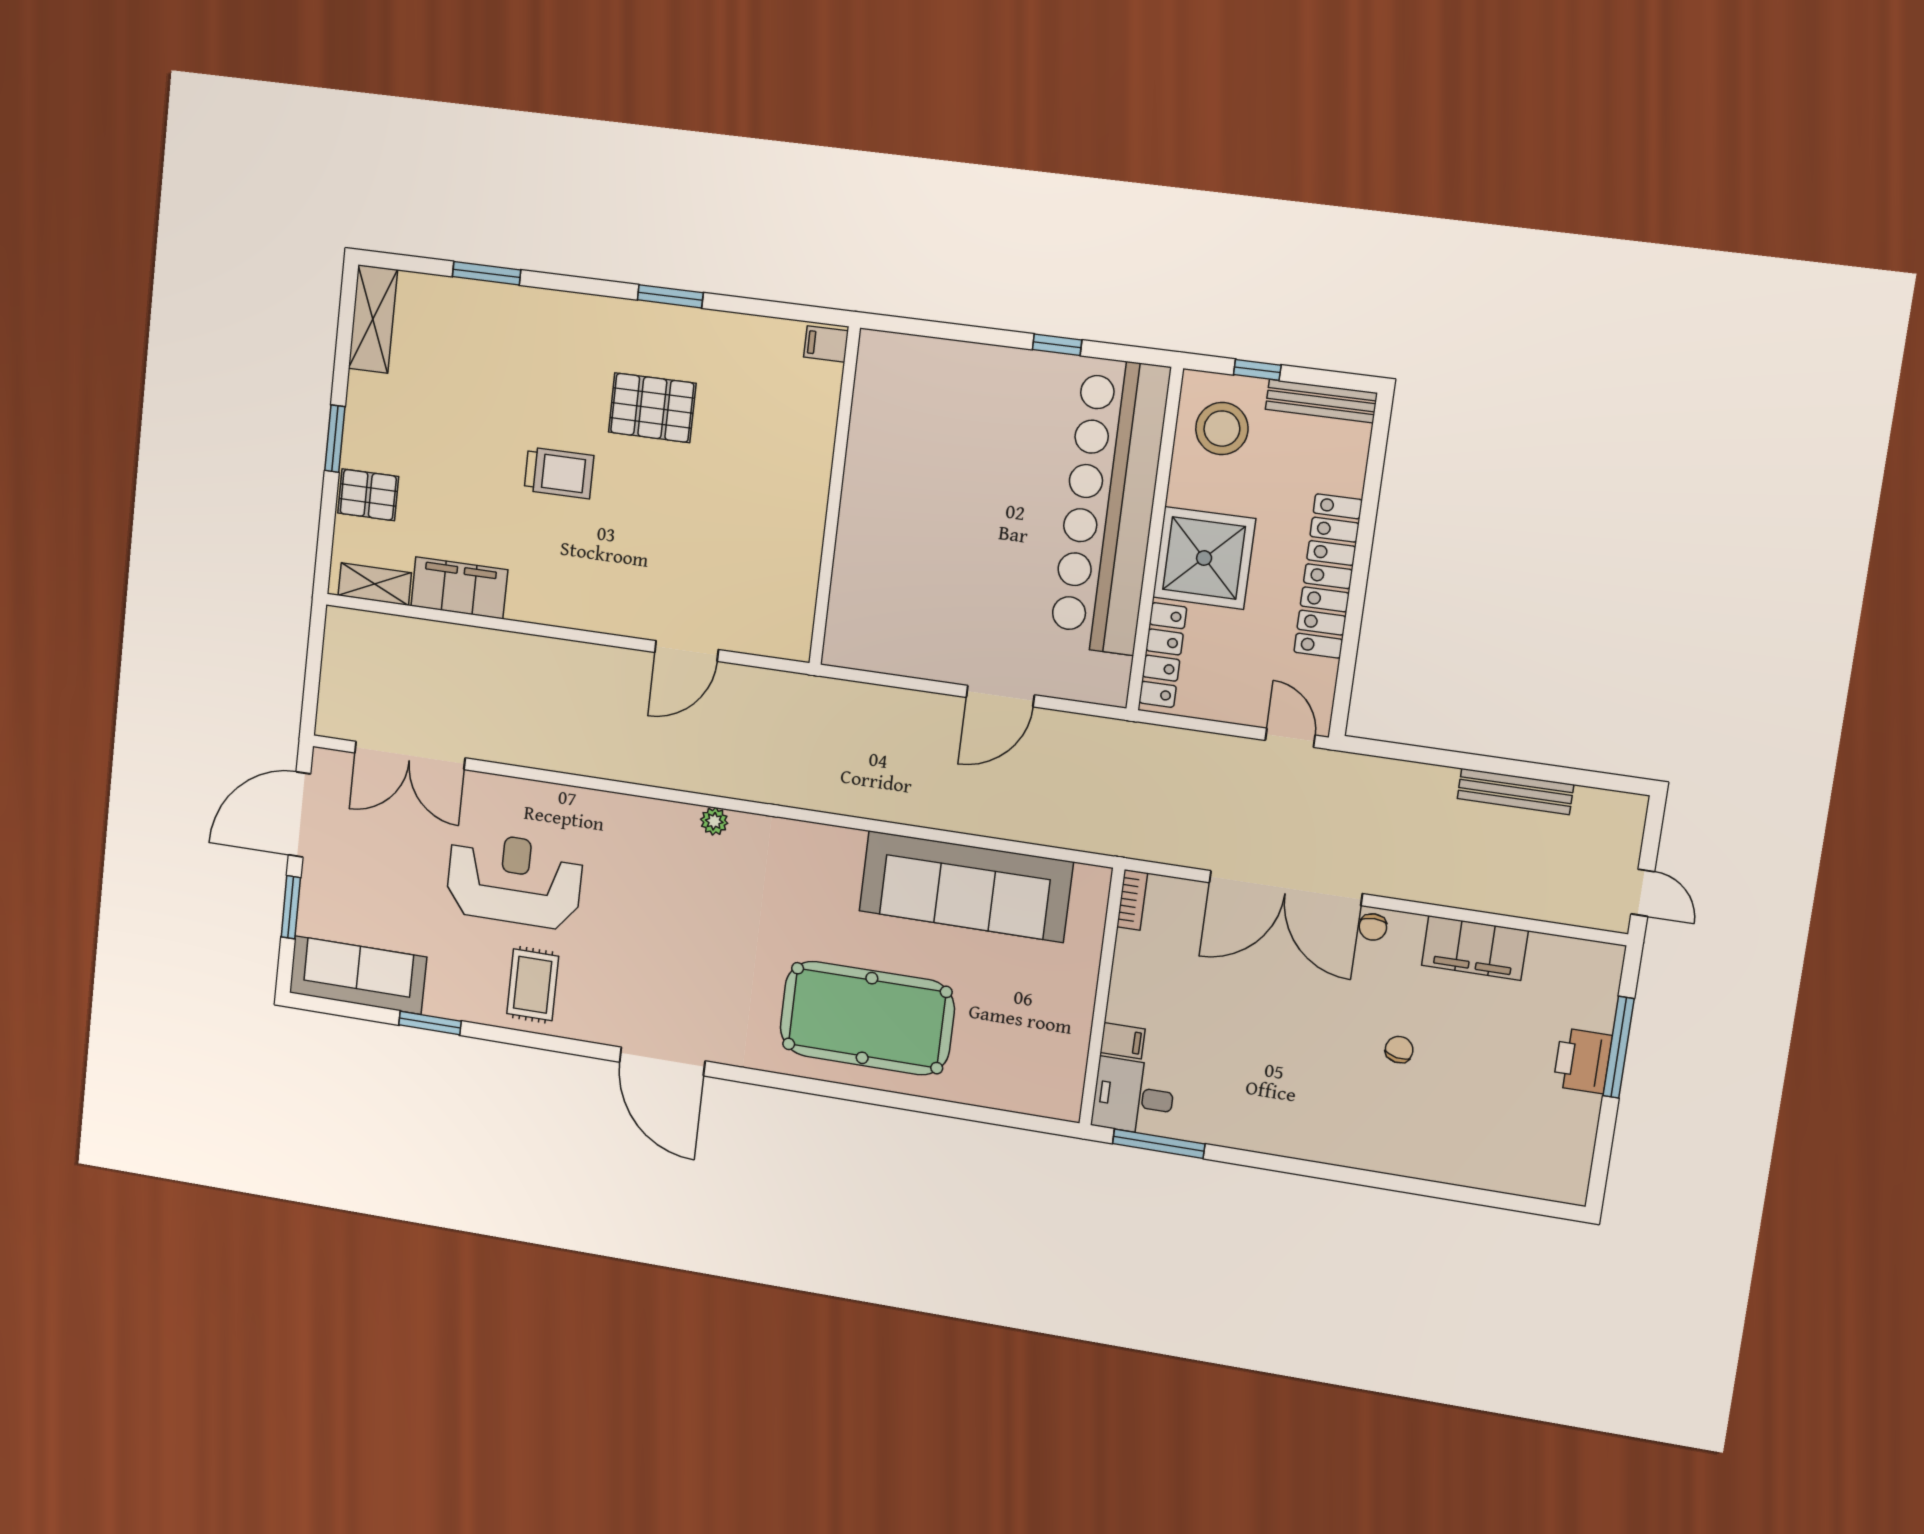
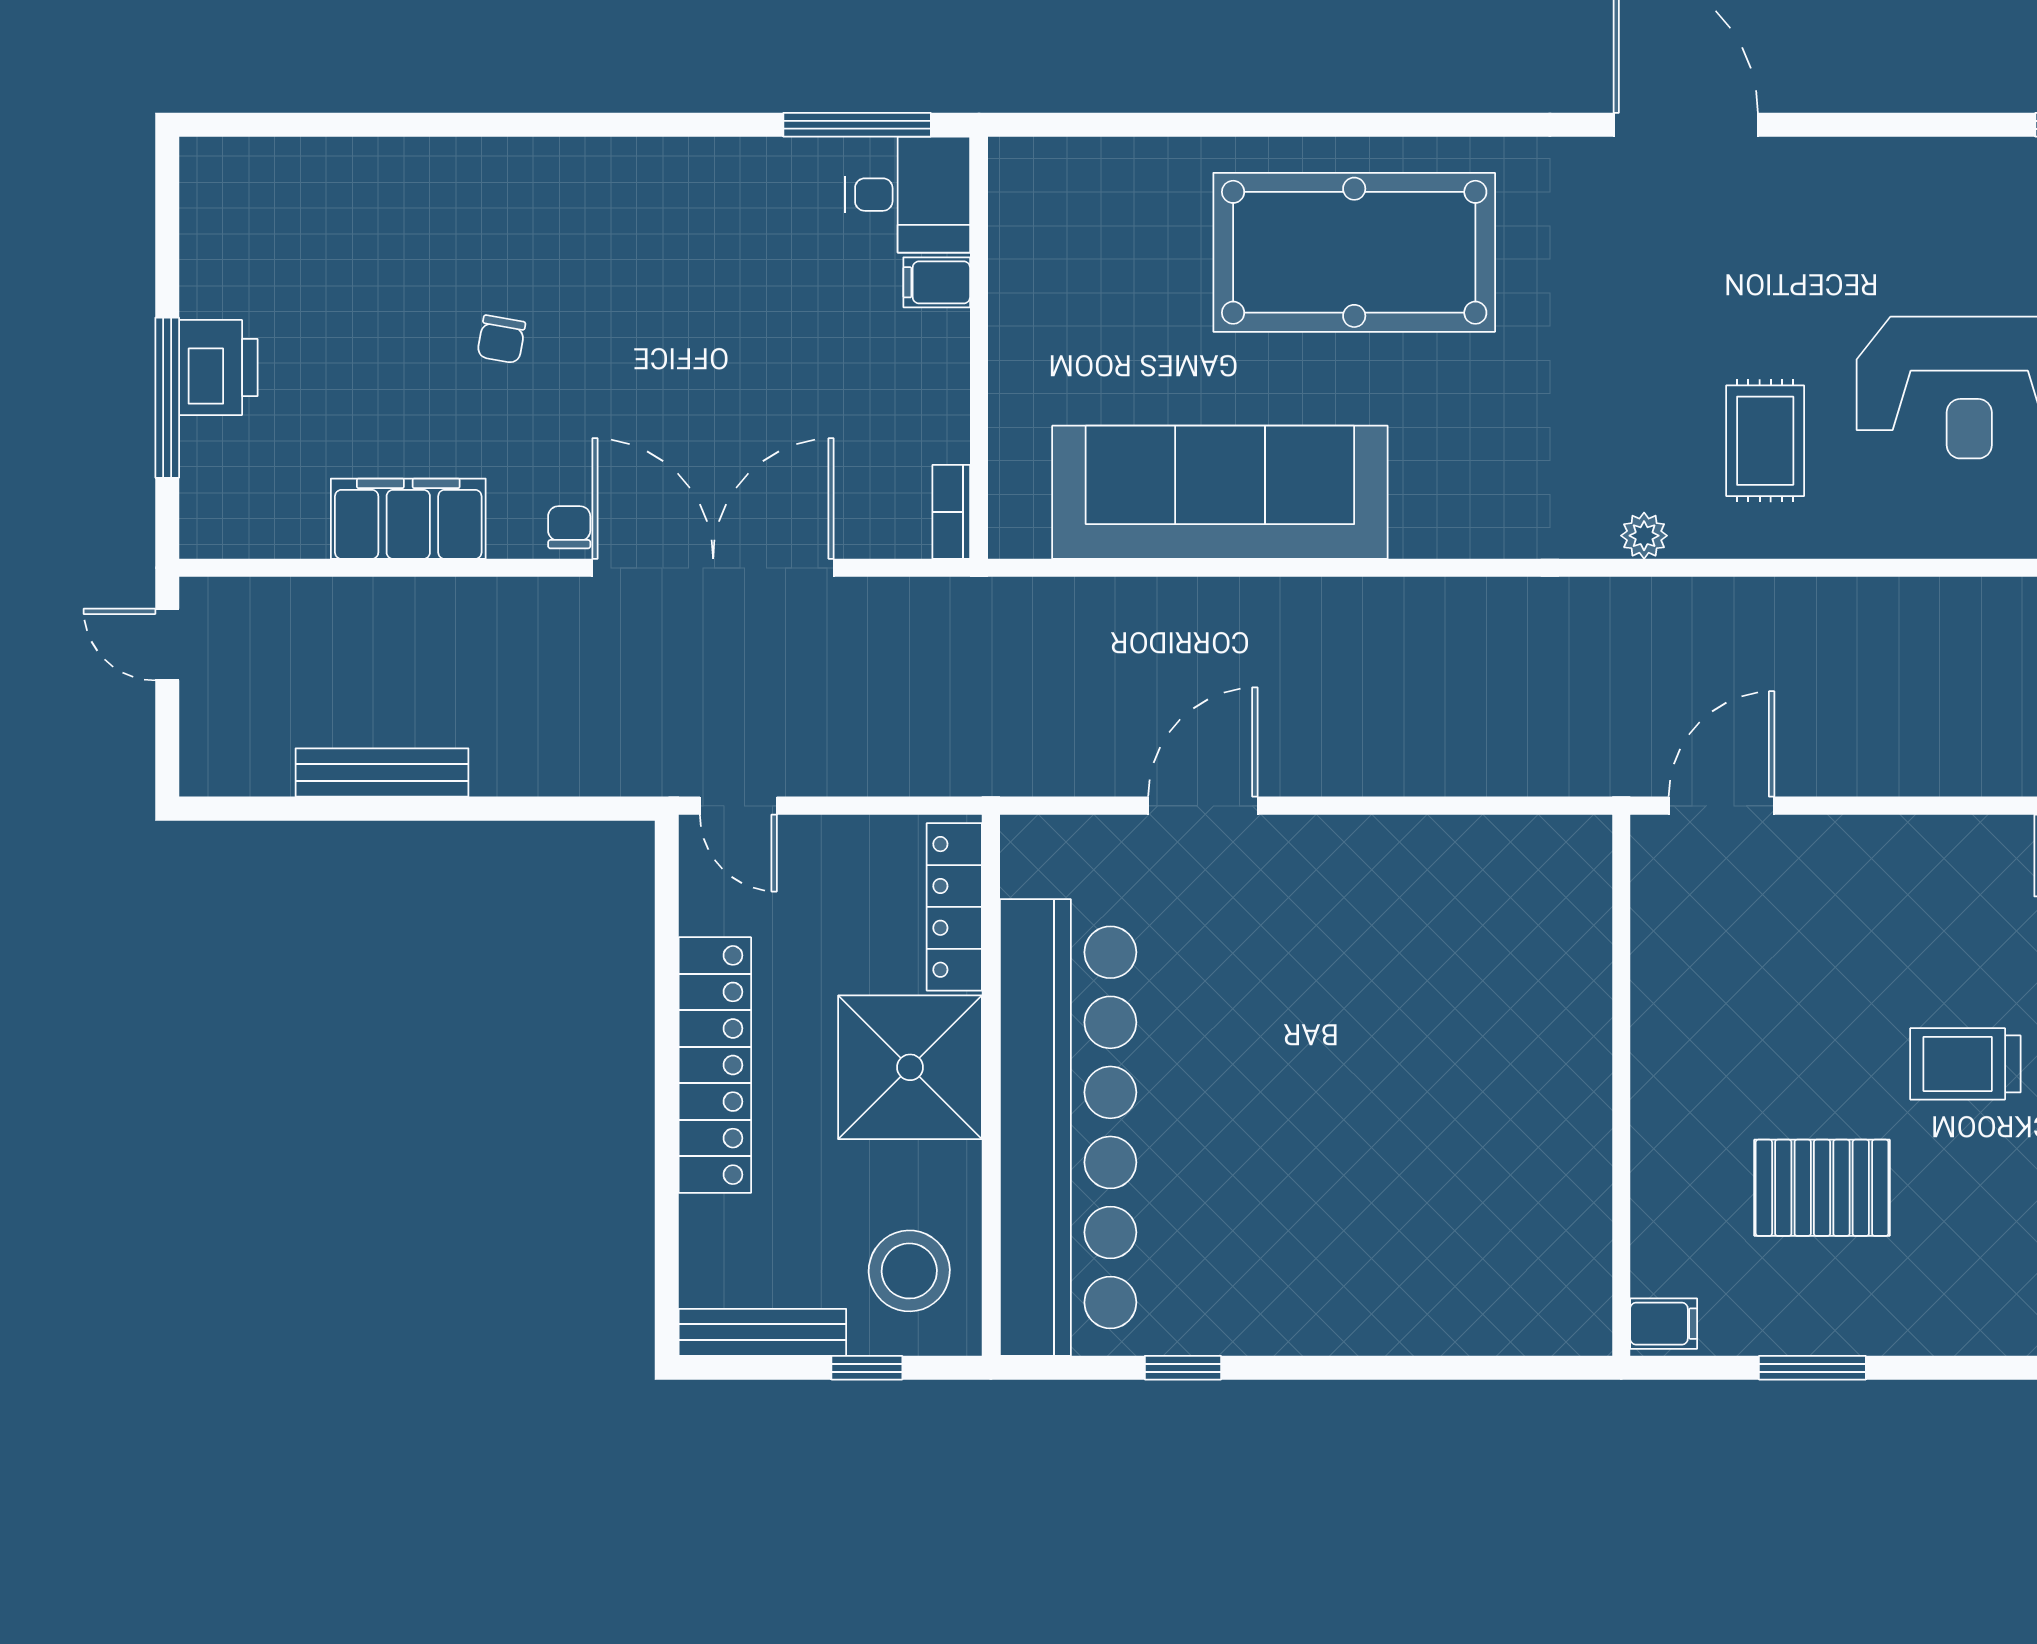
filing cabinet: (826, 344) -> (1664, 1324), moved
wall: (834, 497) -> (1621, 1085), moved
rug: (533, 985) -> (1765, 441), moved

